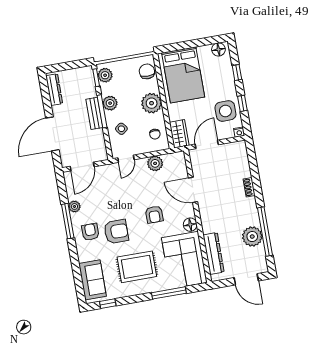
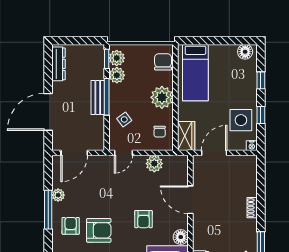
bed: (183, 75) -> (195, 73), width x0.67
plant: (110, 103) -> (117, 75), moved

